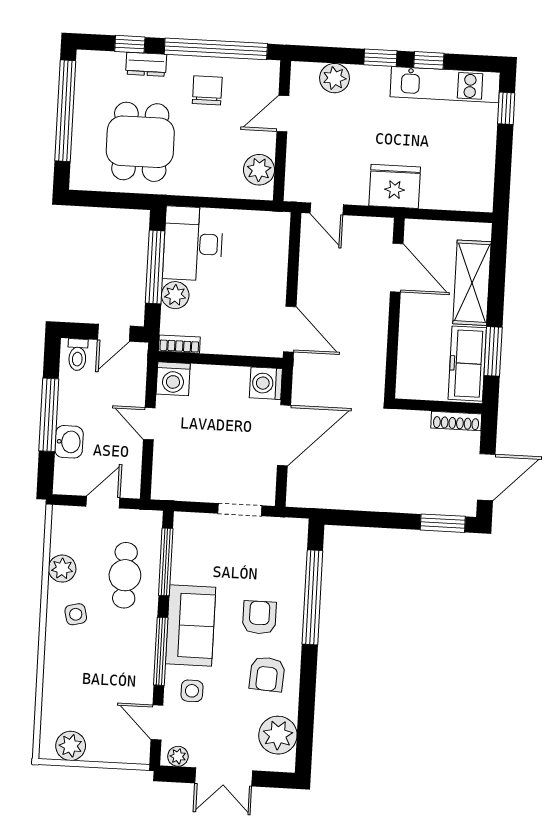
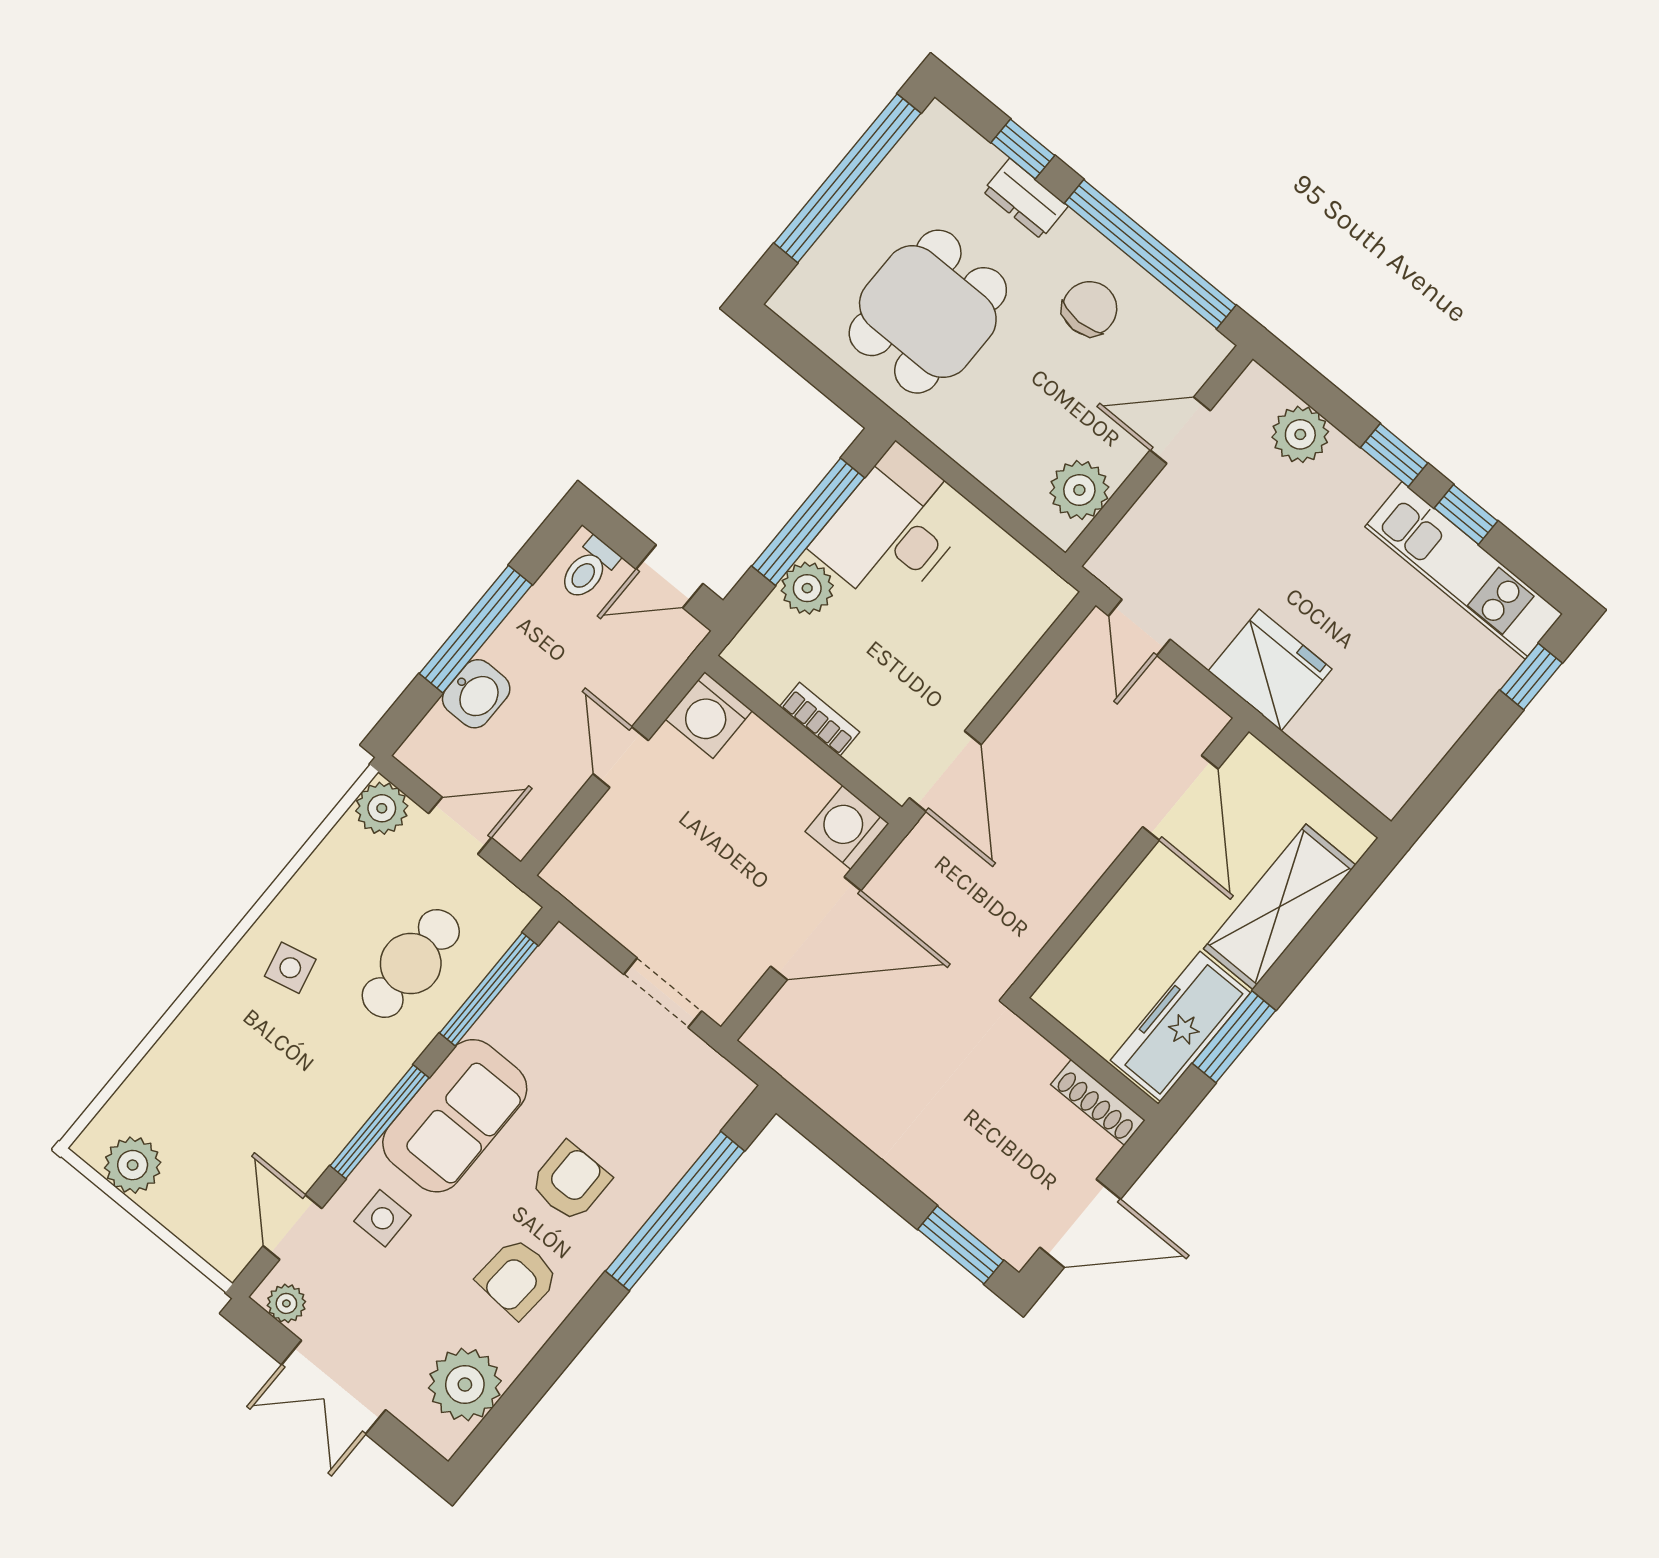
bookcase: (179, 344) -> (820, 719), moved
plant: (62, 569) -> (382, 808), moved

